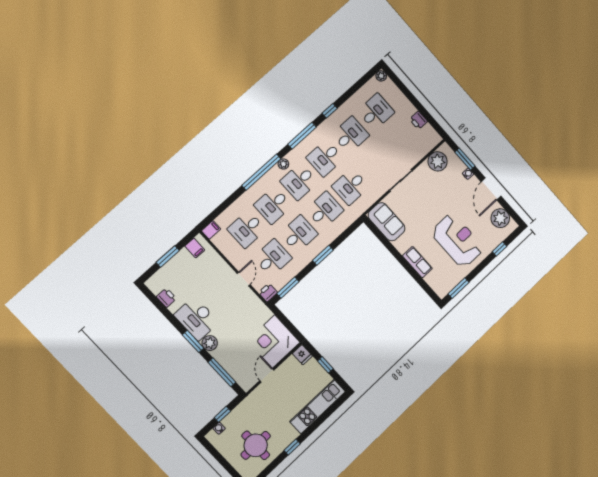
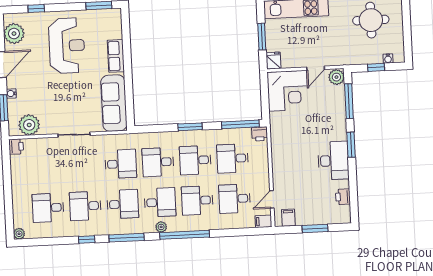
printer: (419, 120) -> (16, 147), moved
desk: (273, 205) -> (197, 200), turned 180
sofa: (387, 222) -> (114, 103), width x1.36
desk: (247, 229) -> (235, 199), turned 180
reception desk: (457, 240) -> (67, 46), turned 180
door: (244, 279) -> (272, 199), moved
window: (288, 288) -> (240, 124), width x1.44
plant: (210, 343) -> (336, 77), moved
window: (325, 365) -> (262, 37), width x1.50

